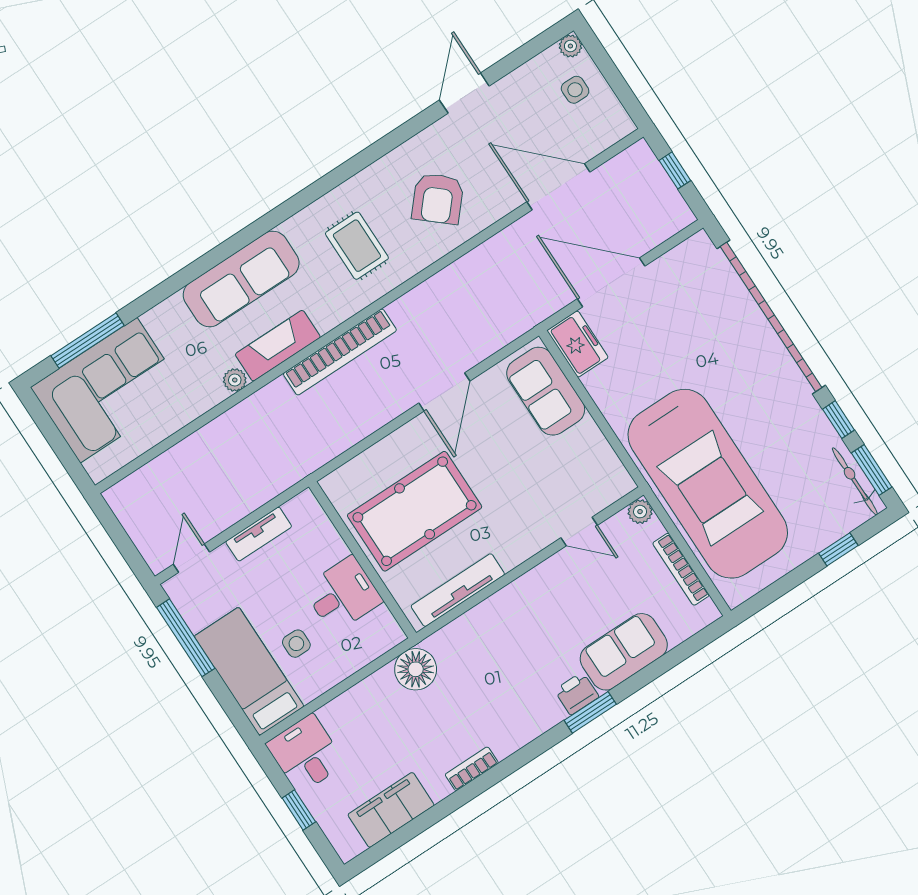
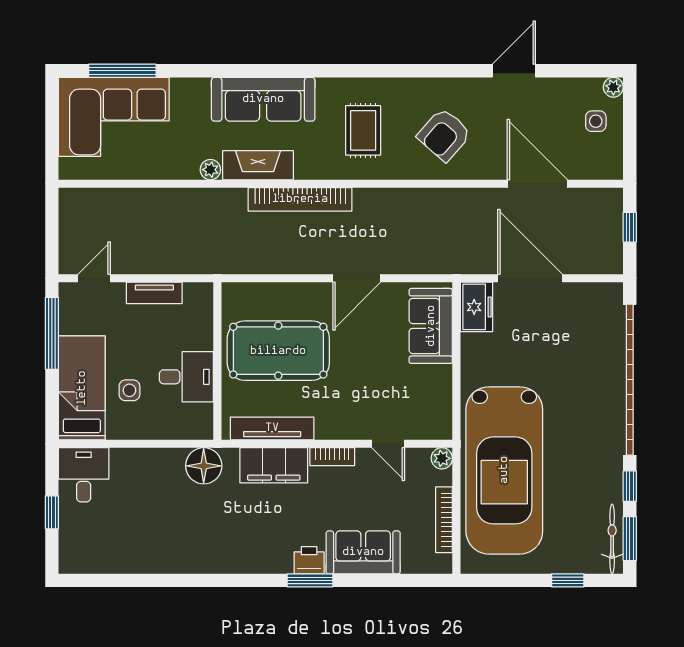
bookcase: (472, 769) -> (332, 457), moved, turned 180
filing cabinet: (391, 810) -> (274, 465), moved, turned 180

